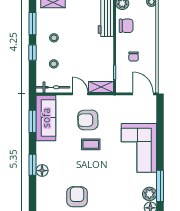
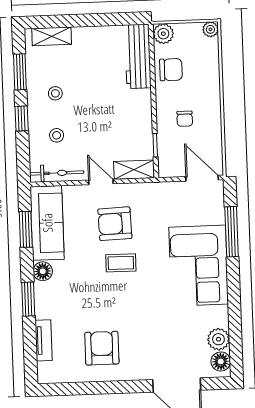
floor lamp: (42, 171) -> (43, 271), moved
window: (160, 186) -> (232, 232), moved
tv unit: (41, 191) -> (44, 340), added

